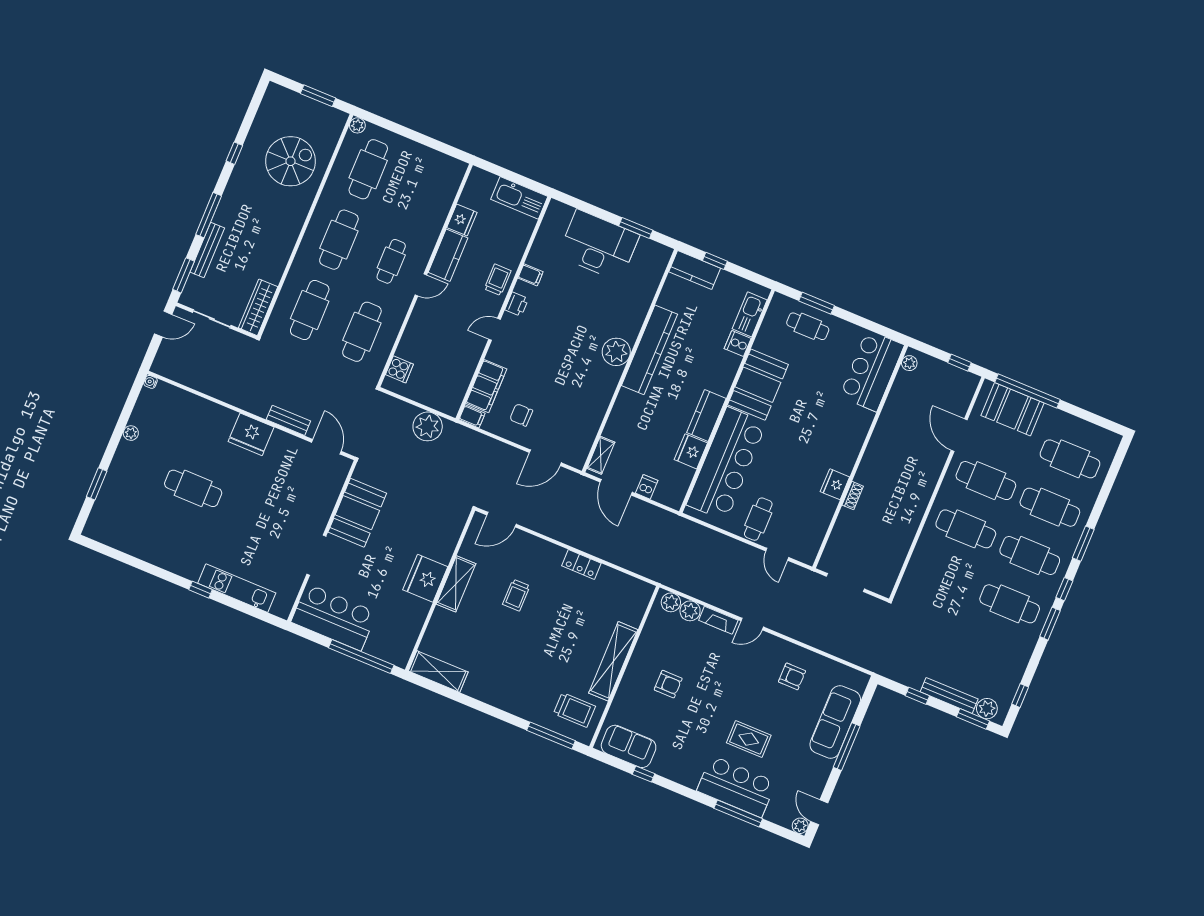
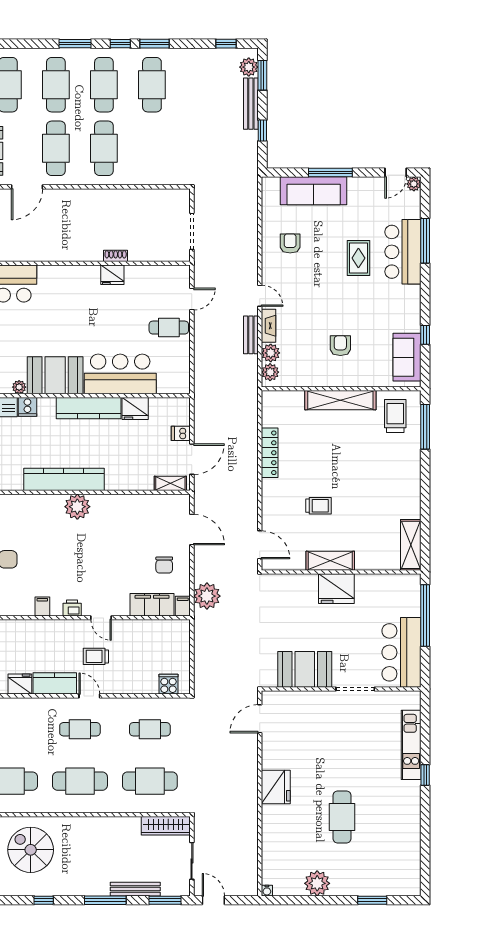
trolley: (498, 280) -> (96, 656), moved
cafe table: (362, 332) -> (150, 729), width x0.73, depth x0.74
plant: (761, 343) -> (19, 387), added
kitchen counter: (706, 415) -> (89, 408), width x1.50
bench: (288, 420) -> (251, 335), moved
plant: (428, 426) -> (207, 596), moved
plant: (131, 433) -> (317, 883), width x1.87, depth x1.87
bar counter: (726, 464) -> (120, 374), width x0.73
locker: (581, 565) -> (270, 453), width x1.53

